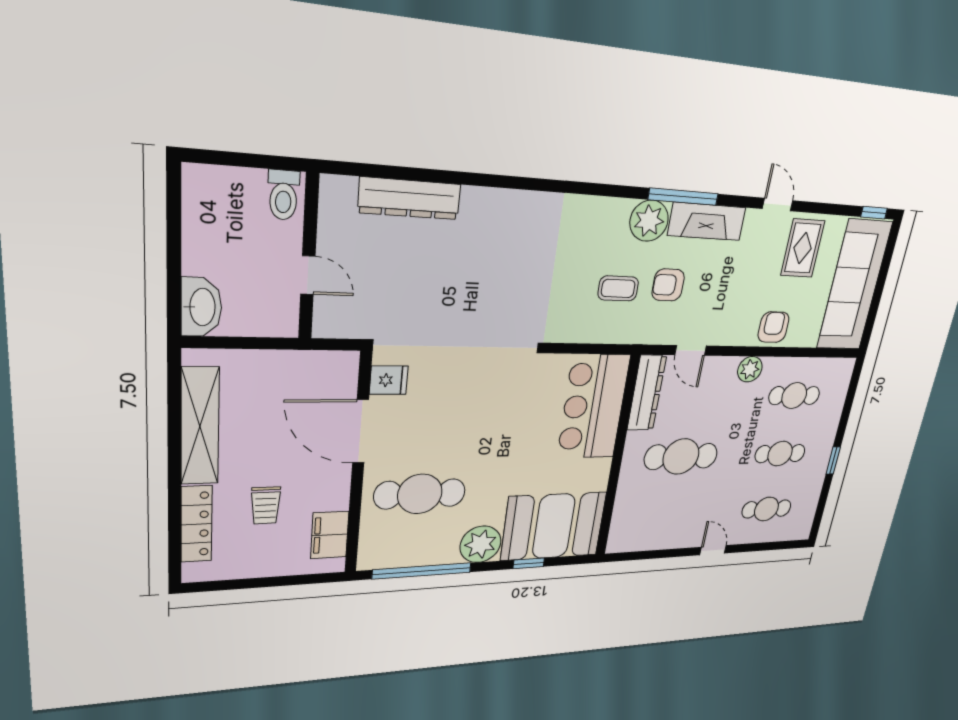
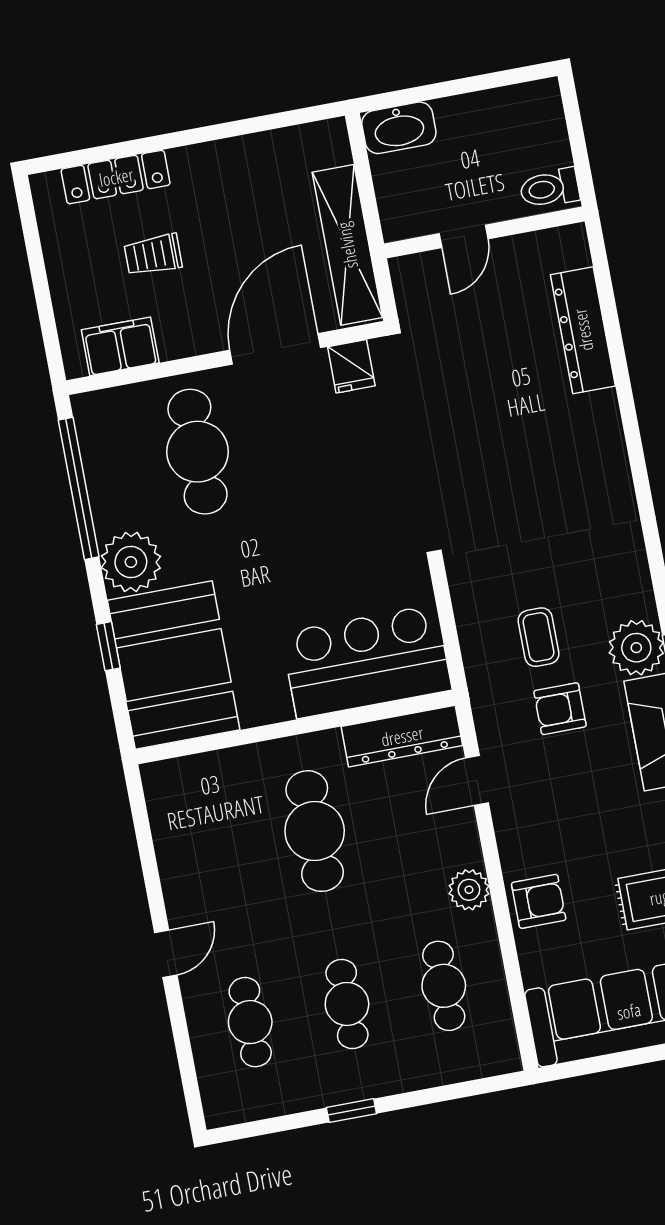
armchair: (668, 285) -> (560, 709), turned -90
shelving: (200, 426) -> (347, 245), moved, turned 90

